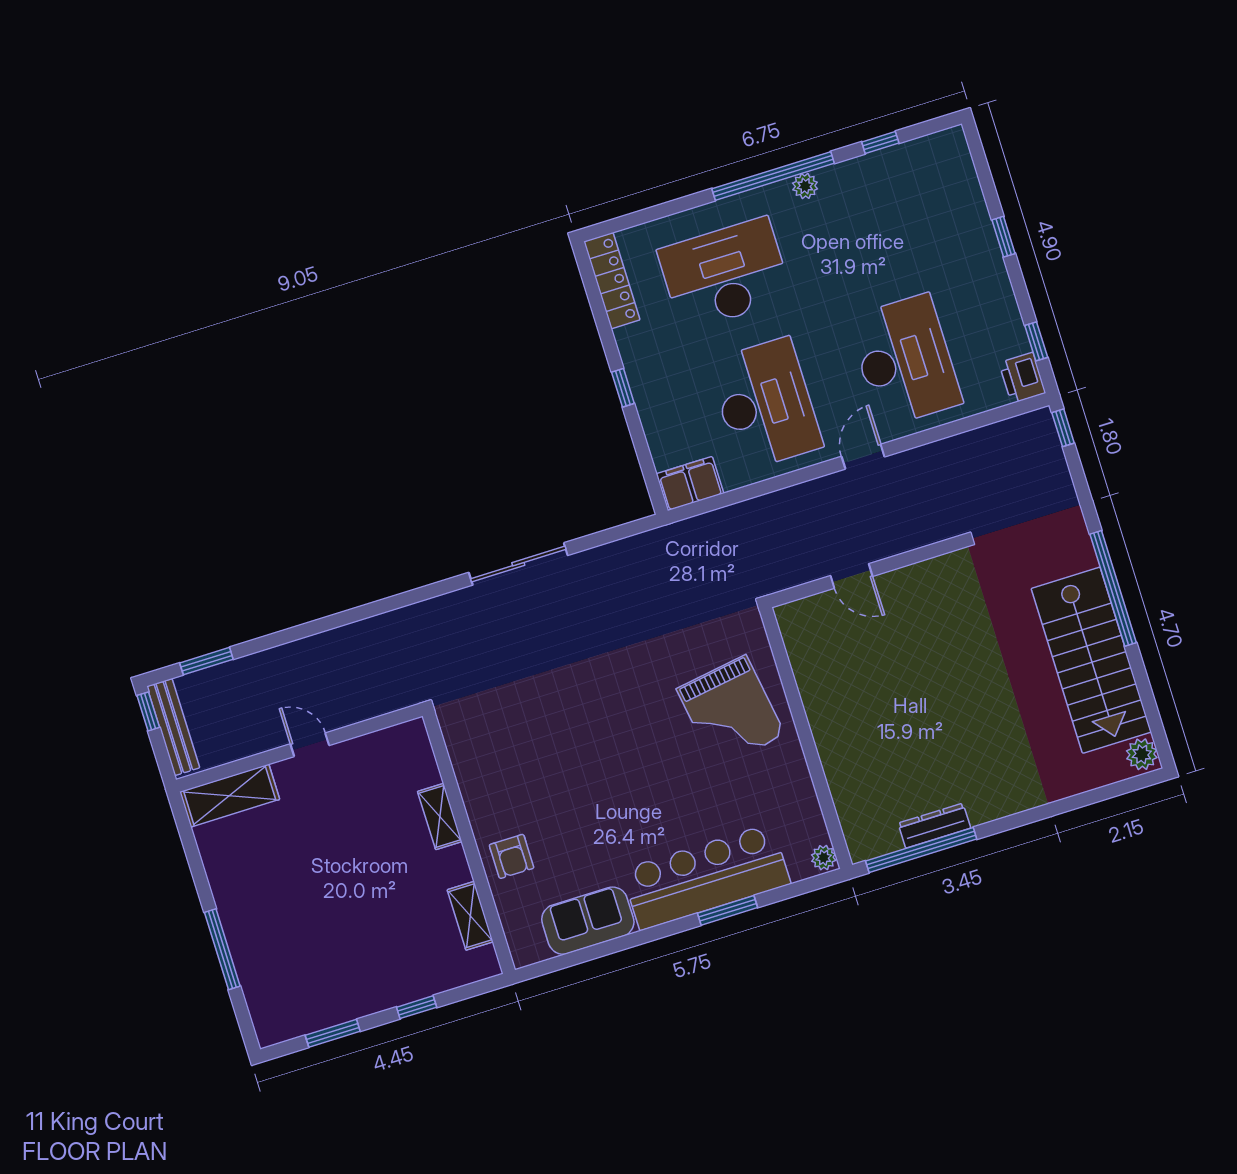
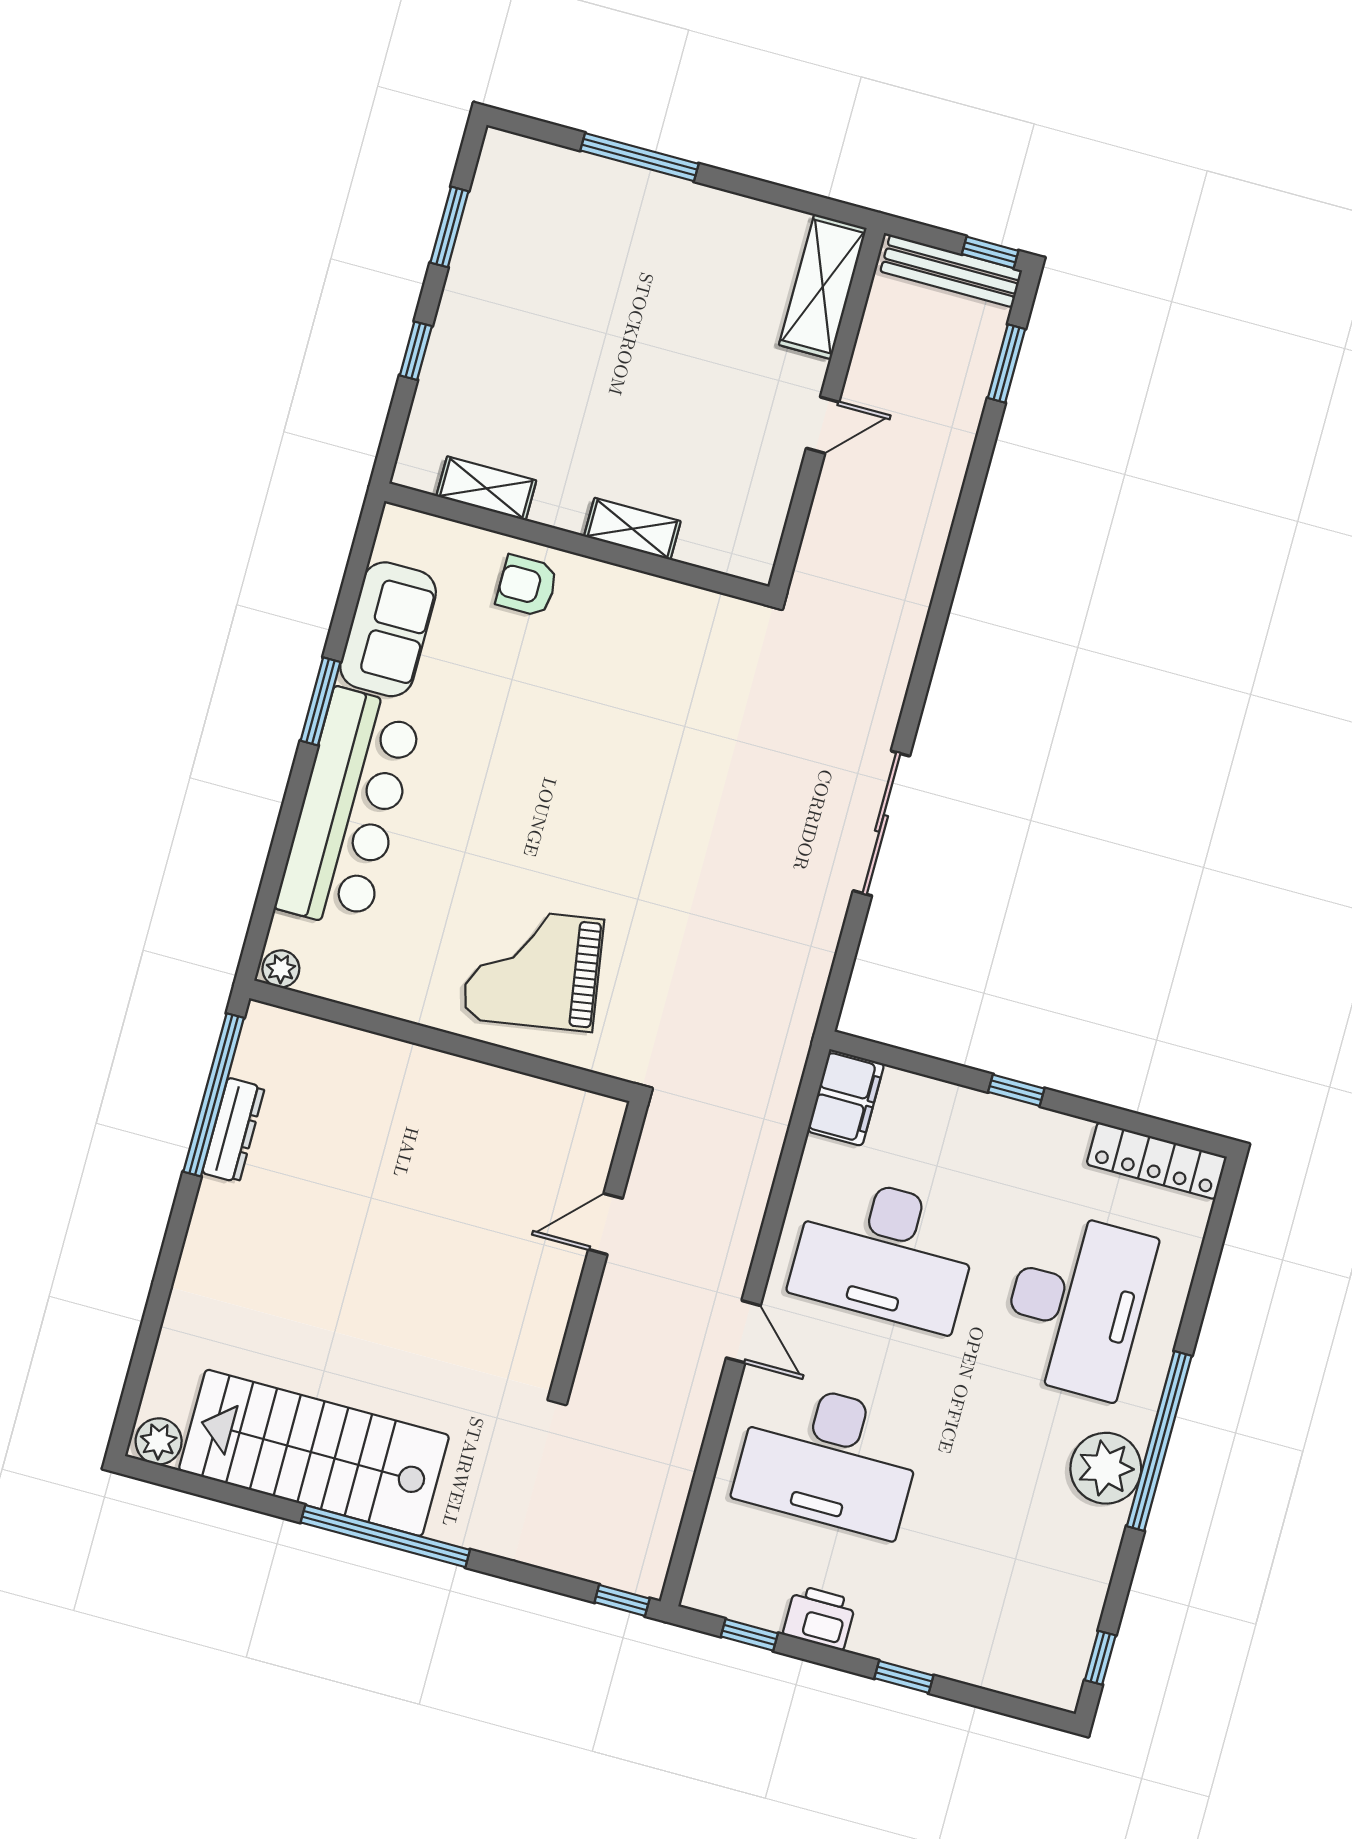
window: (880, 143) -> (1100, 1658), moved
plant: (805, 186) -> (1106, 1468), width x1.87, depth x1.87
printer: (1022, 378) -> (819, 1618), moved
window: (728, 910) -> (321, 701), moved

